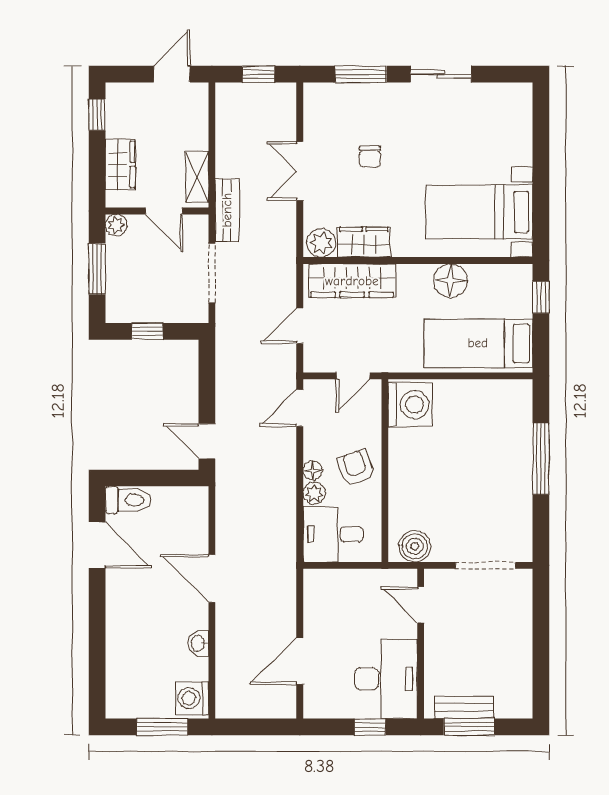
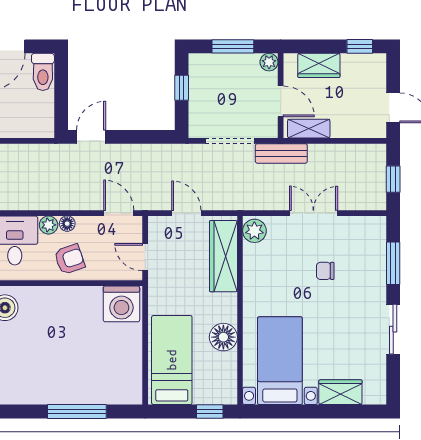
door: (164, 211) -> (281, 101), swing flipped
wardrobe: (364, 242) -> (340, 392), moved, turned -90

